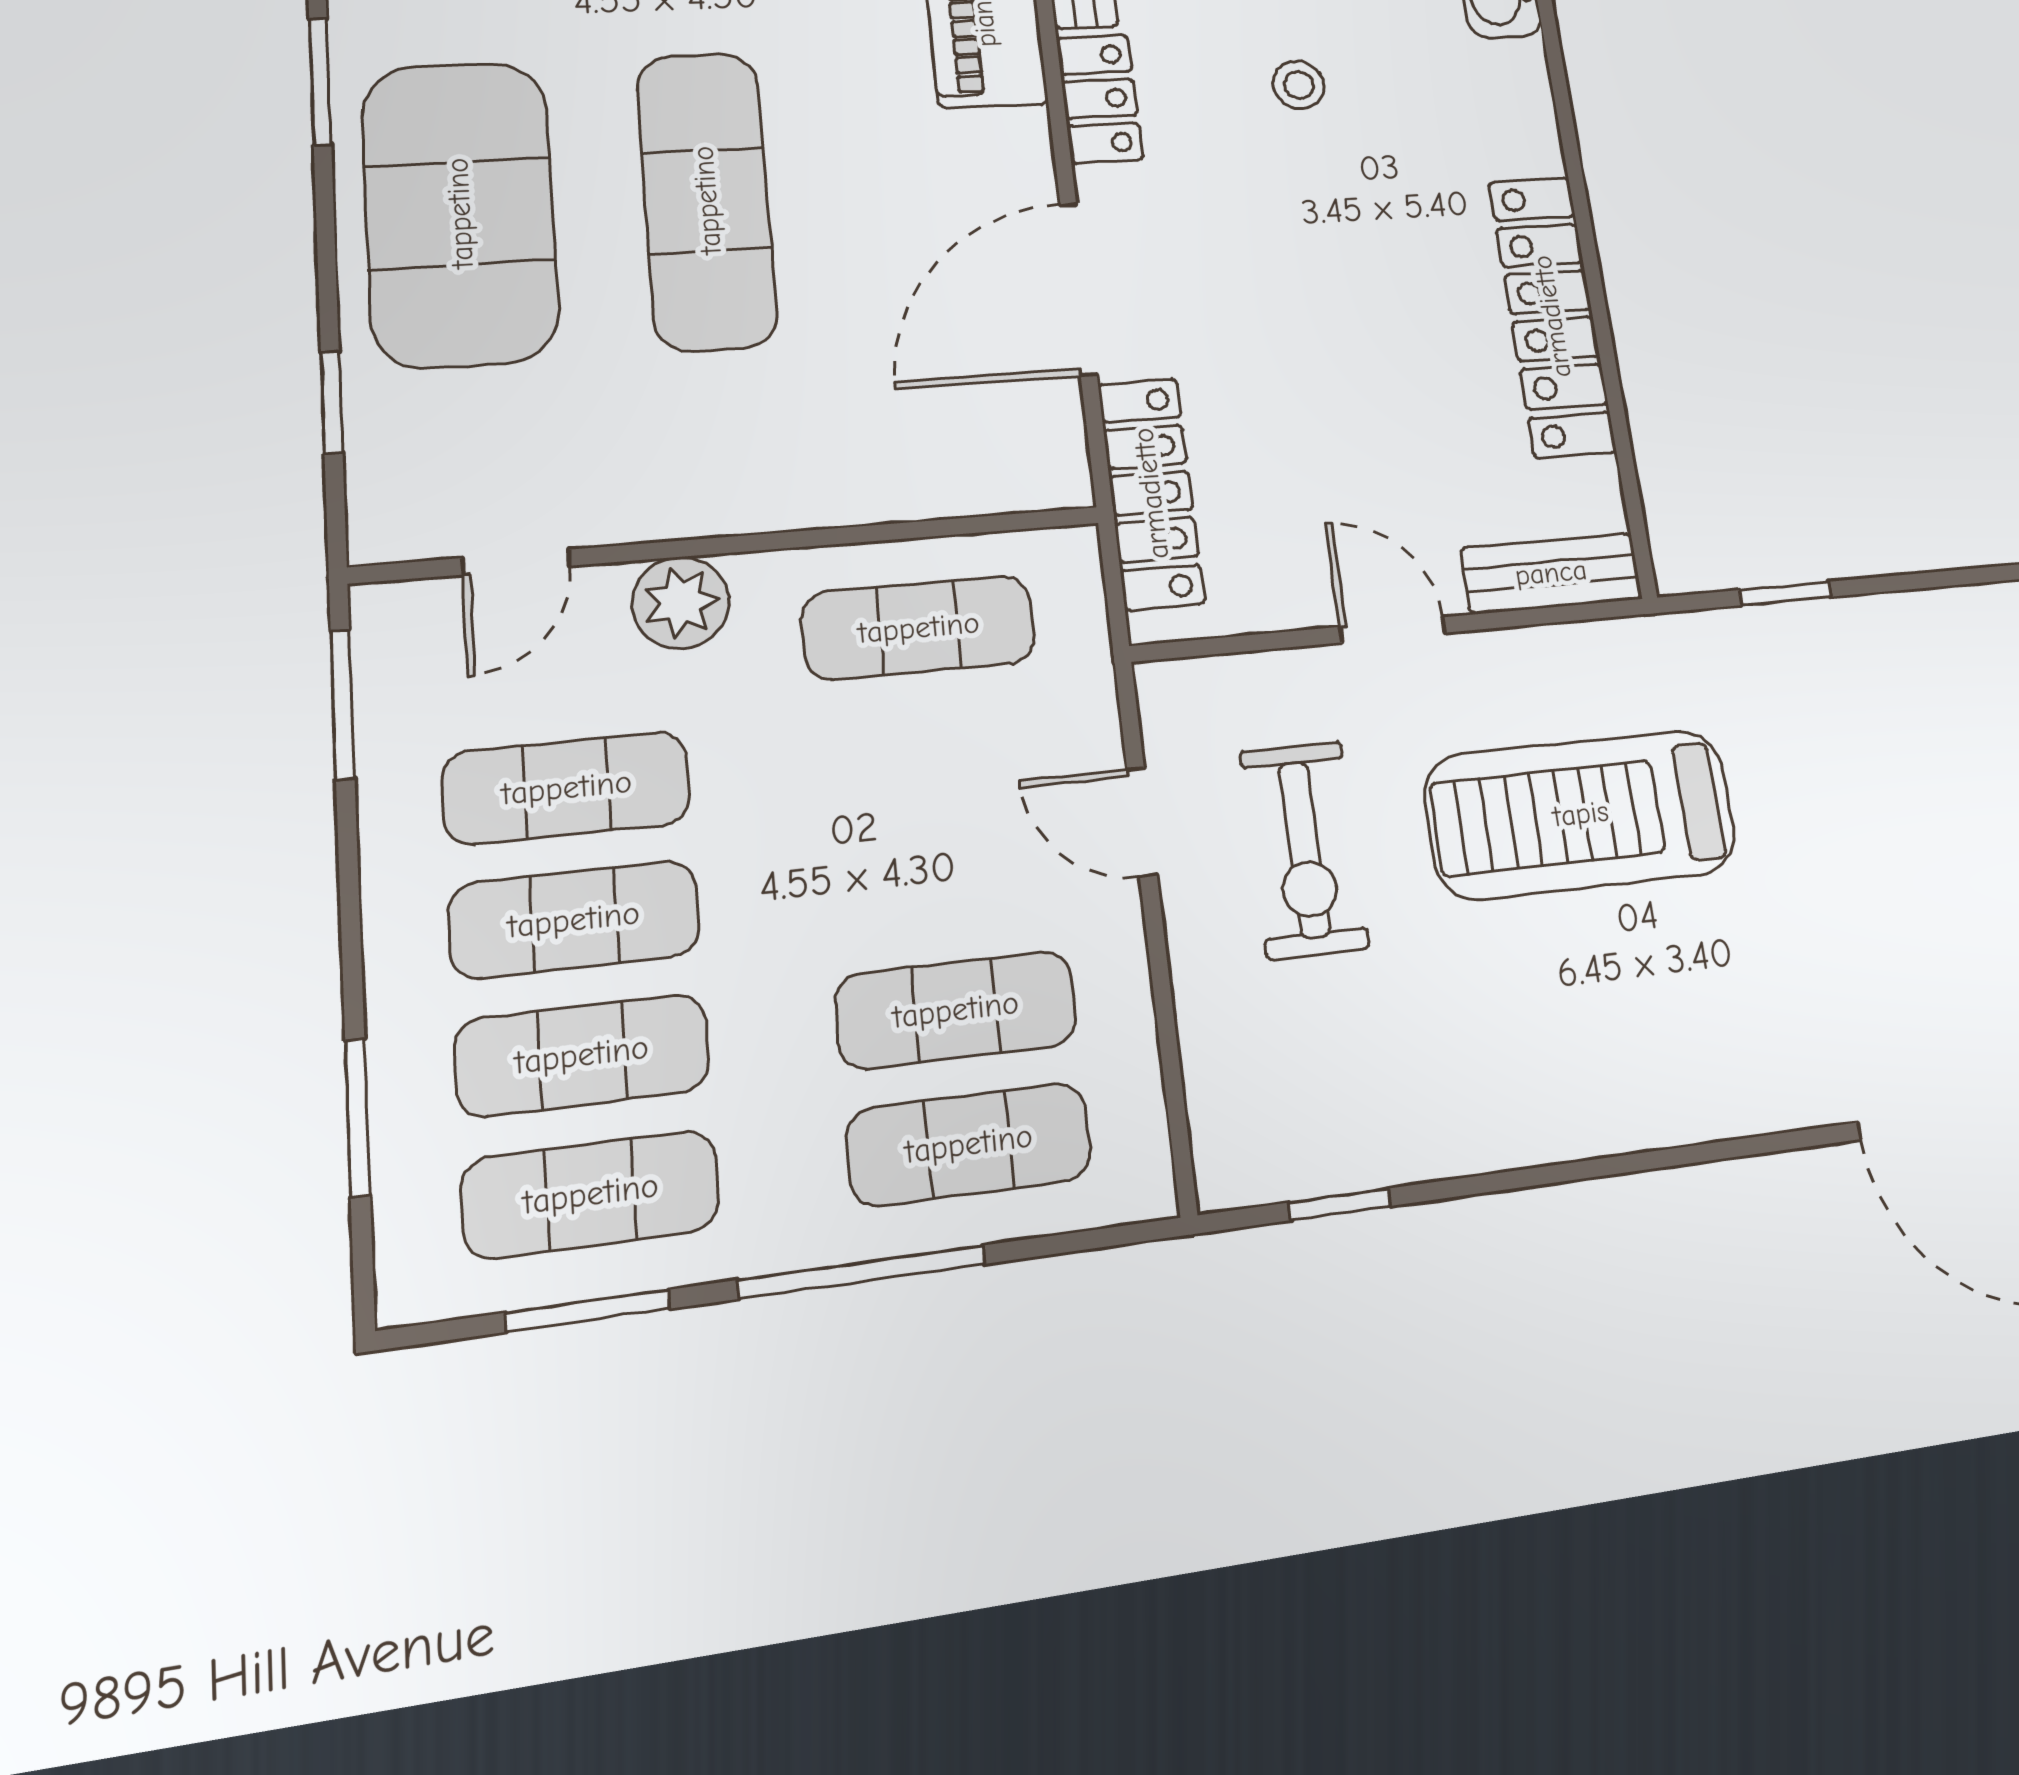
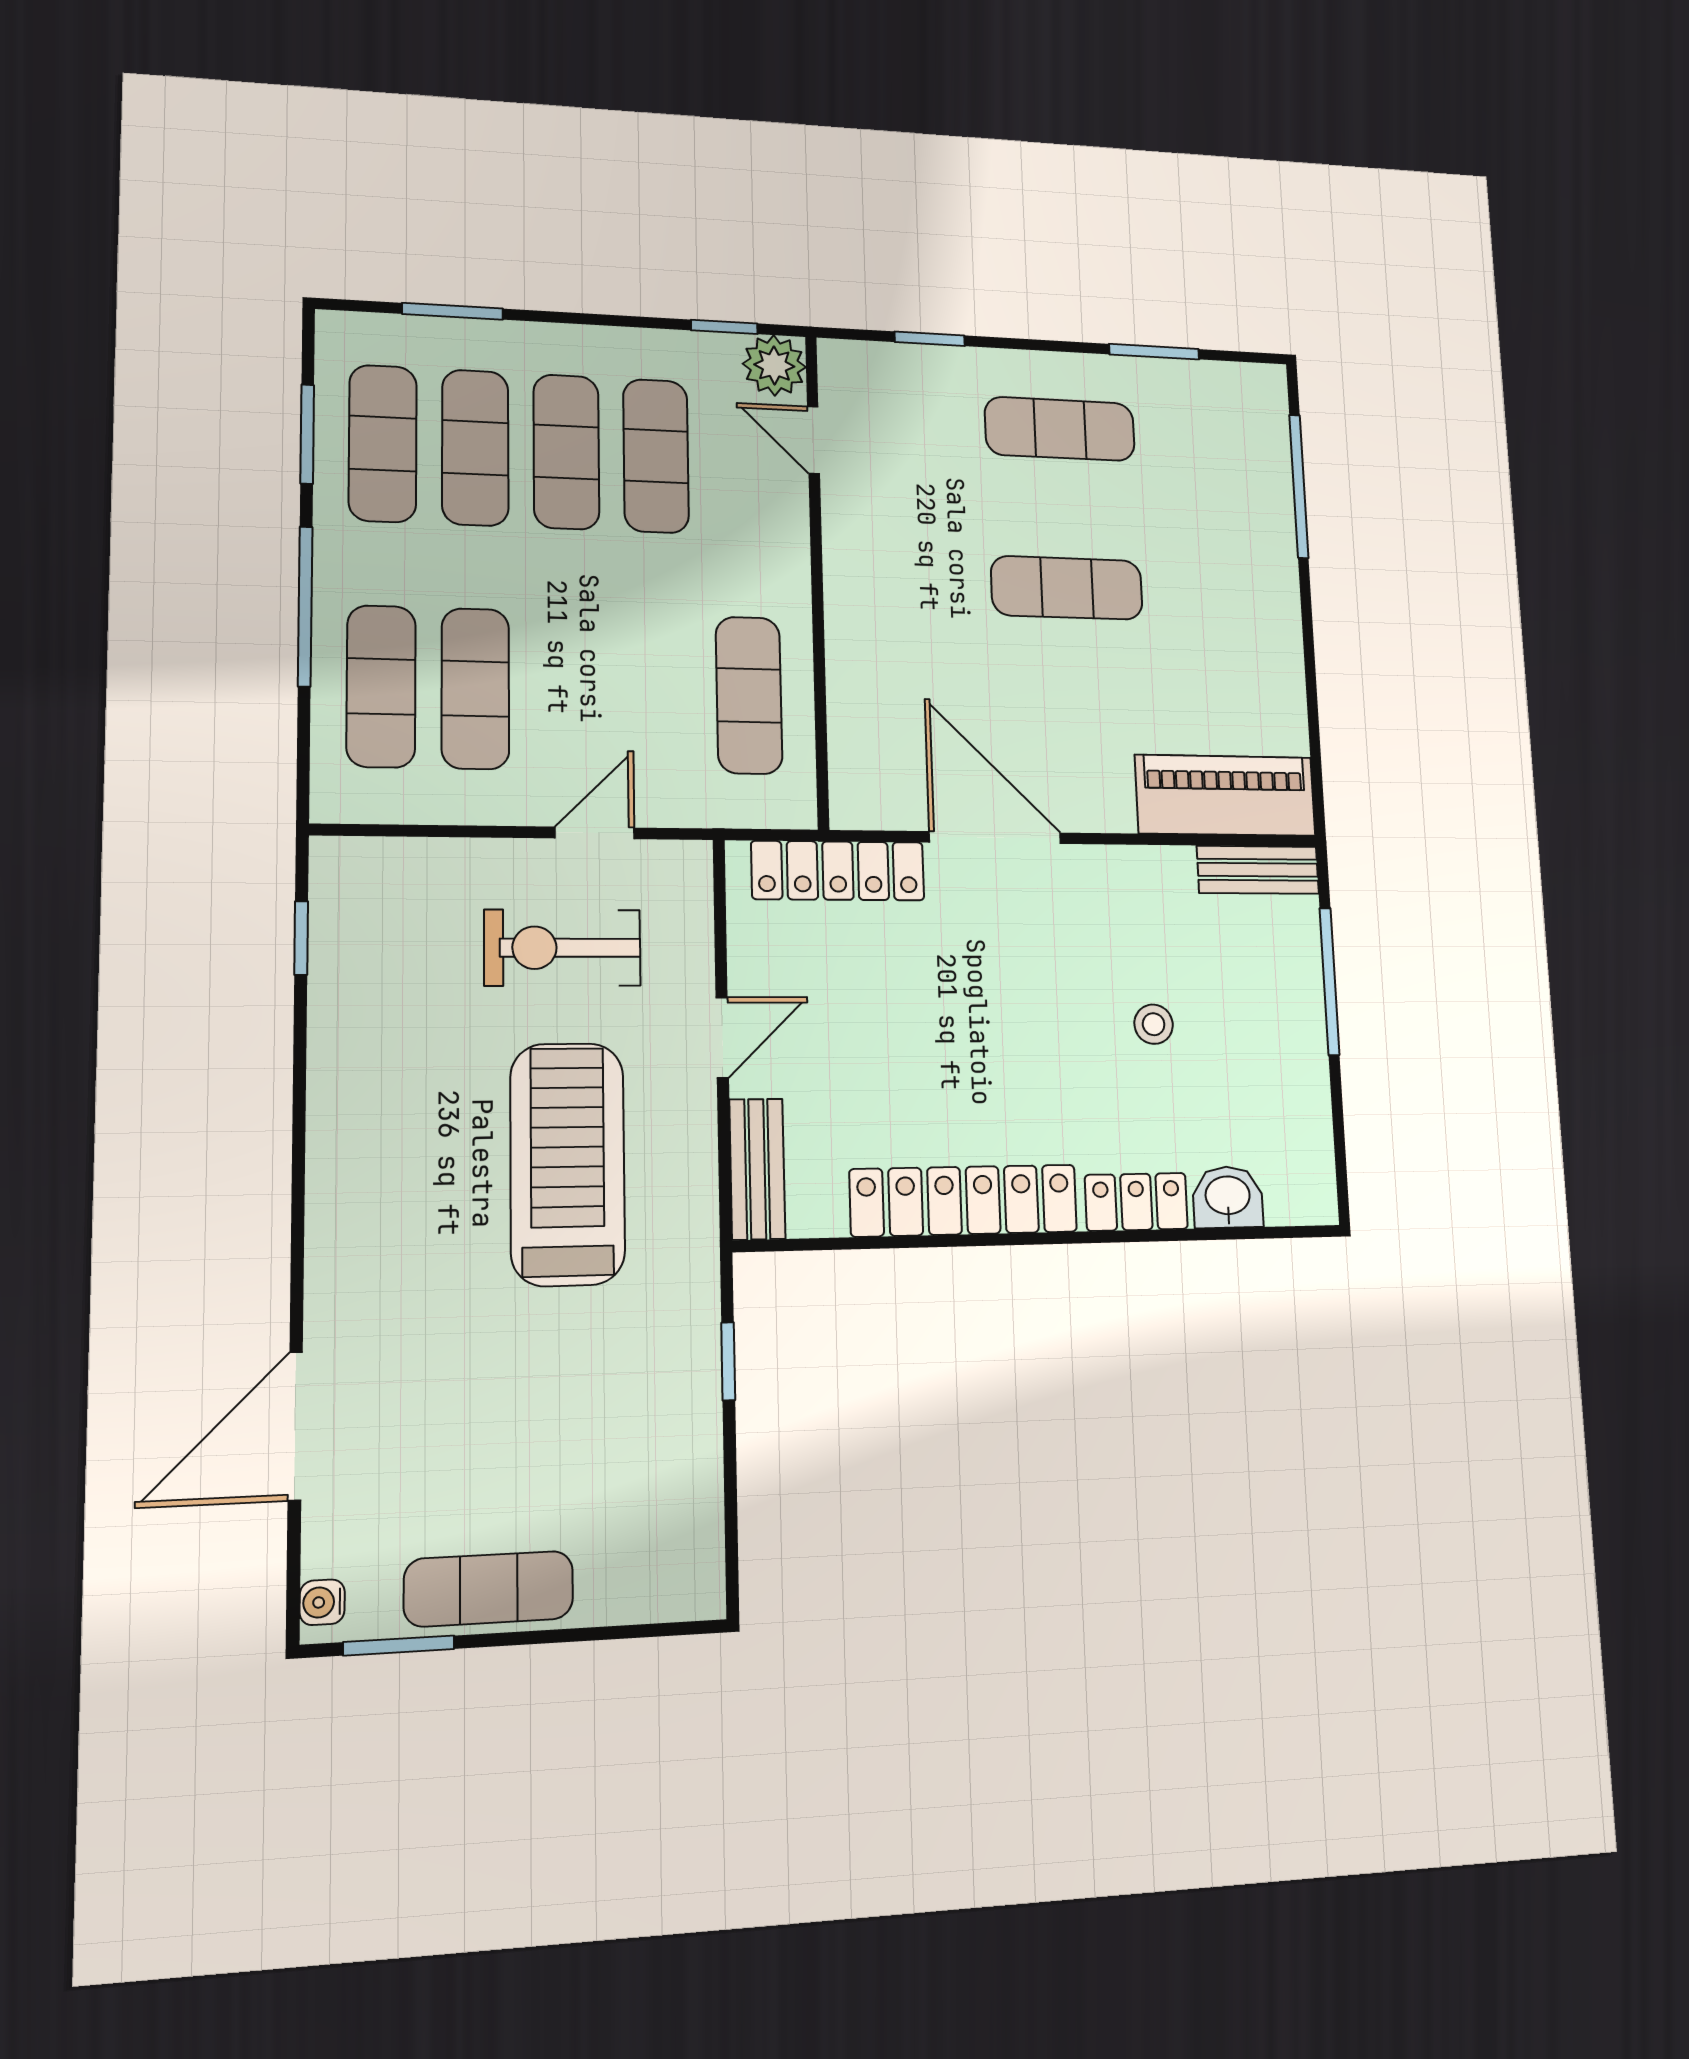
locker: (1100, 99) -> (1136, 1202), moved, turned 180
exercise mat: (707, 200) -> (1067, 588), width x0.73, depth x0.69
exercise mat: (460, 213) -> (1060, 429), width x0.50, depth x0.69
plant: (681, 602) -> (774, 365), moved
window: (343, 704) -> (724, 327), width x0.67

